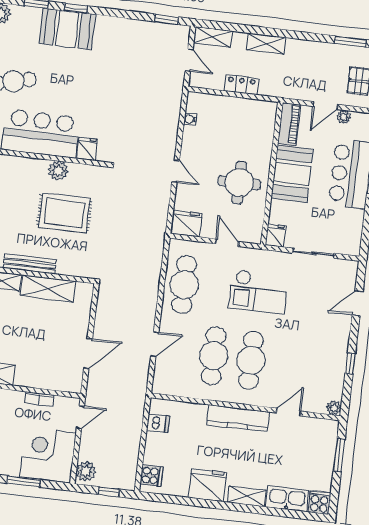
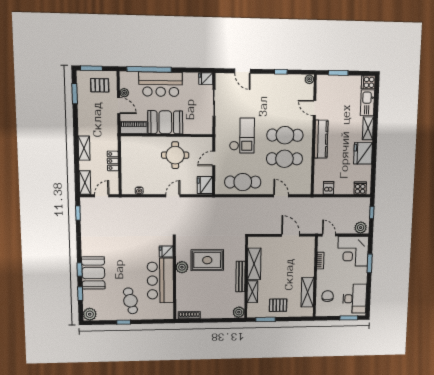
rug: (64, 213) -> (207, 260), turned 90
fridge: (275, 236) -> (206, 79), moved

